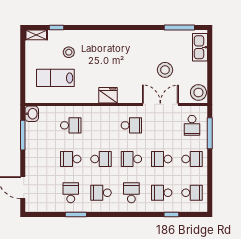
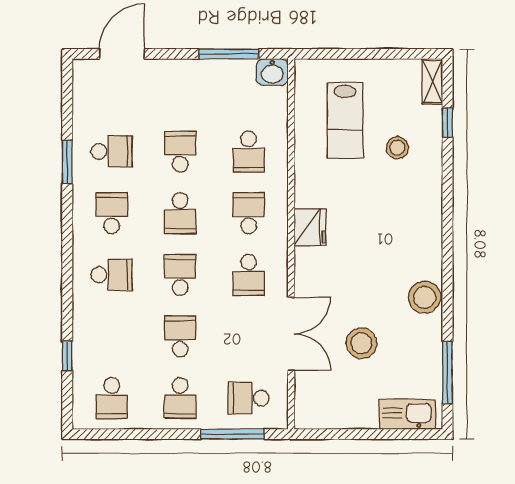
lab bench: (55, 78) -> (345, 120), turned 180
stool: (198, 92) -> (425, 297), moved
school desk: (162, 193) -> (249, 213), moved

